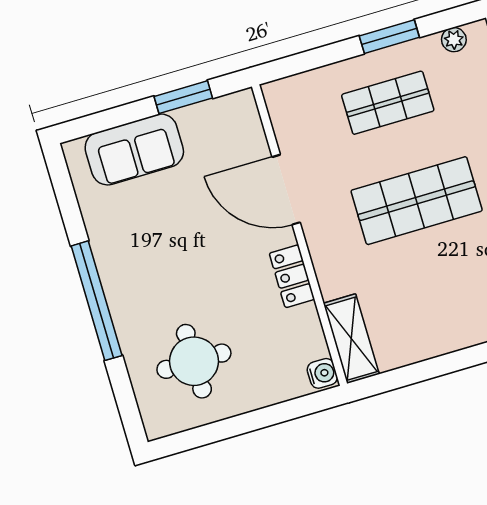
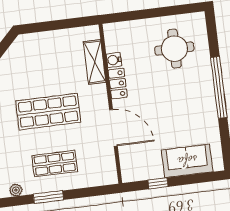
window: (183, 97) -> (158, 183), width x0.67
shelving: (351, 339) -> (95, 62), moved
water cooler: (322, 373) -> (114, 60), moved

